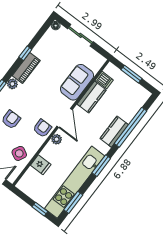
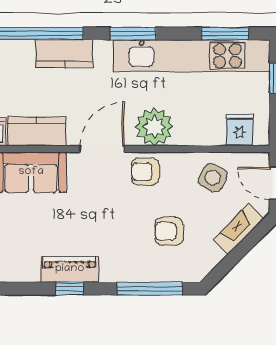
window: (25, 53) -> (70, 289), moved
plant: (12, 84) -> (111, 272), removed
plant: (57, 139) -> (154, 127), width x1.87, depth x1.87
fridge: (41, 165) -> (239, 130), moved

